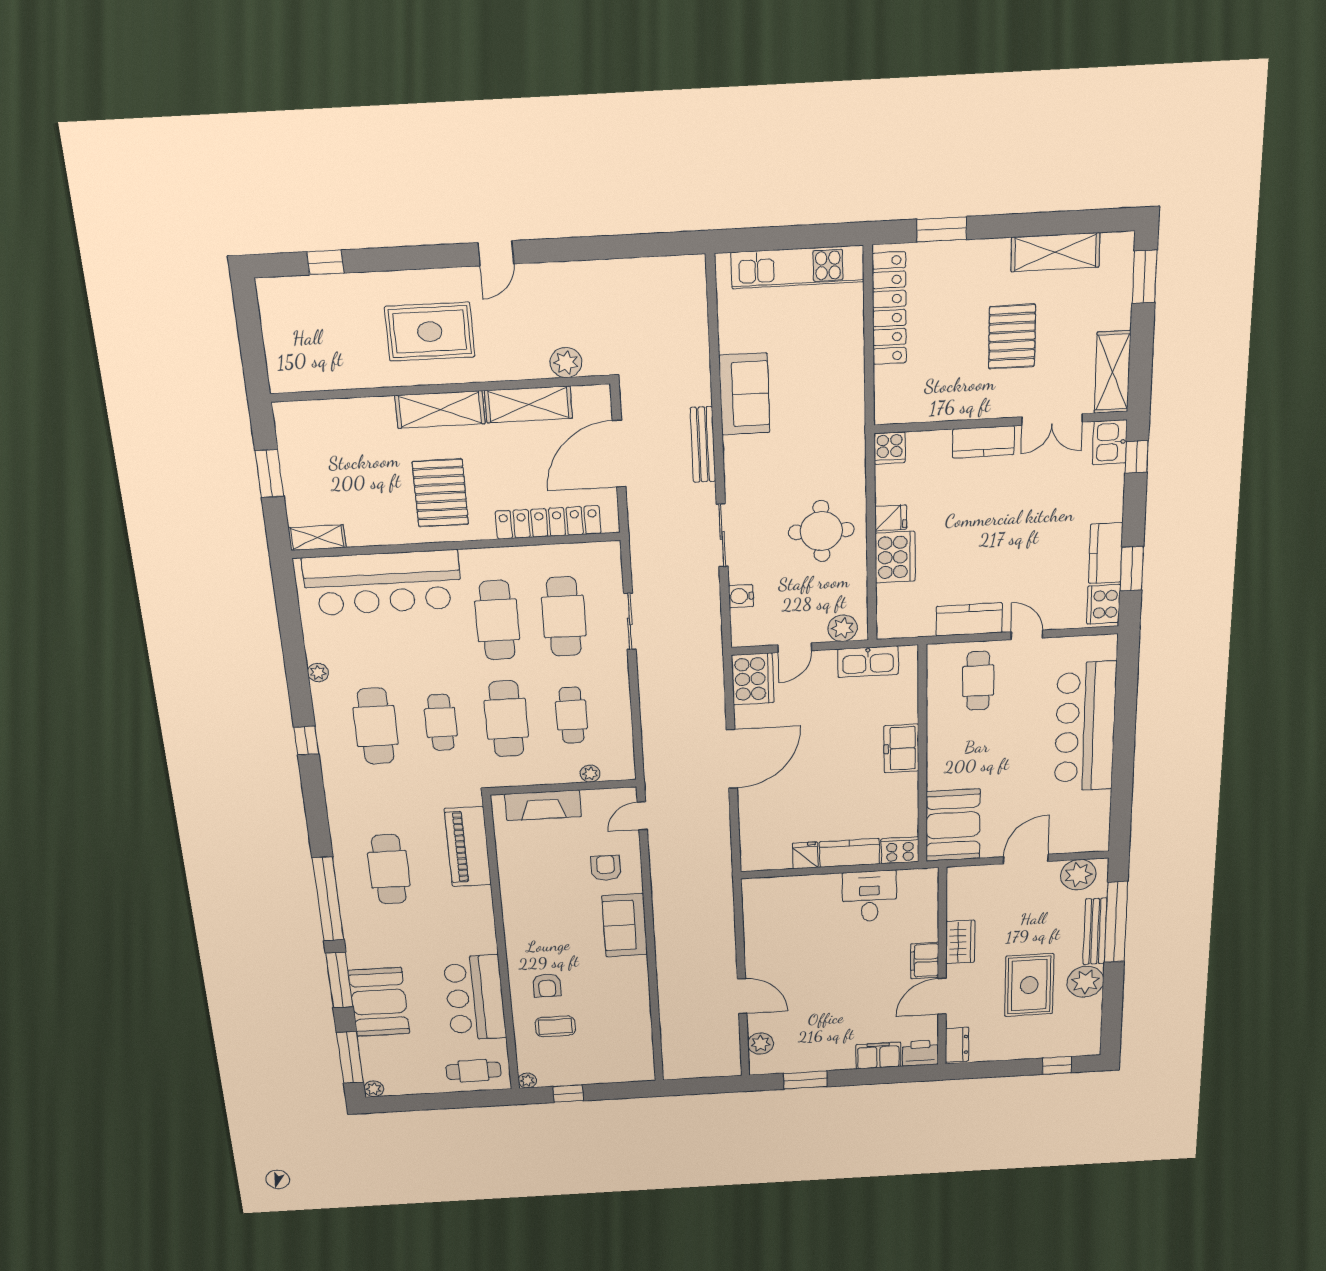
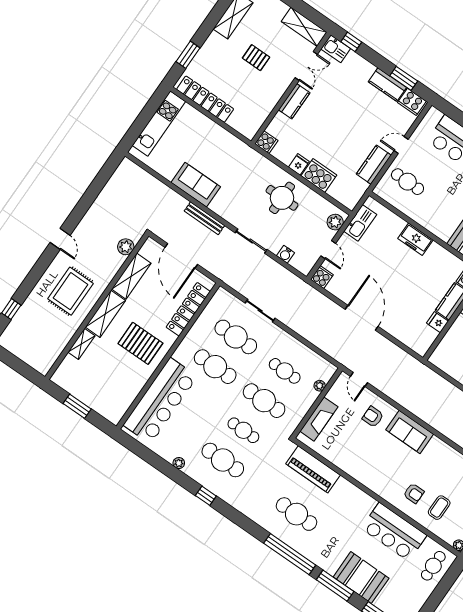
pallet: (1012, 337) -> (256, 58), width x0.67, depth x0.71
shelving: (317, 538) -> (81, 344), moved
cooker: (753, 679) -> (322, 277), width x0.53, depth x0.76

